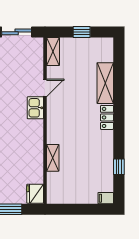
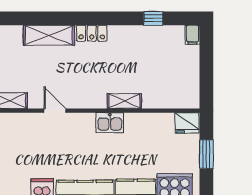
kitchen sink: (35, 108) -> (110, 123), moved
shelving: (53, 158) -> (124, 101), moved

